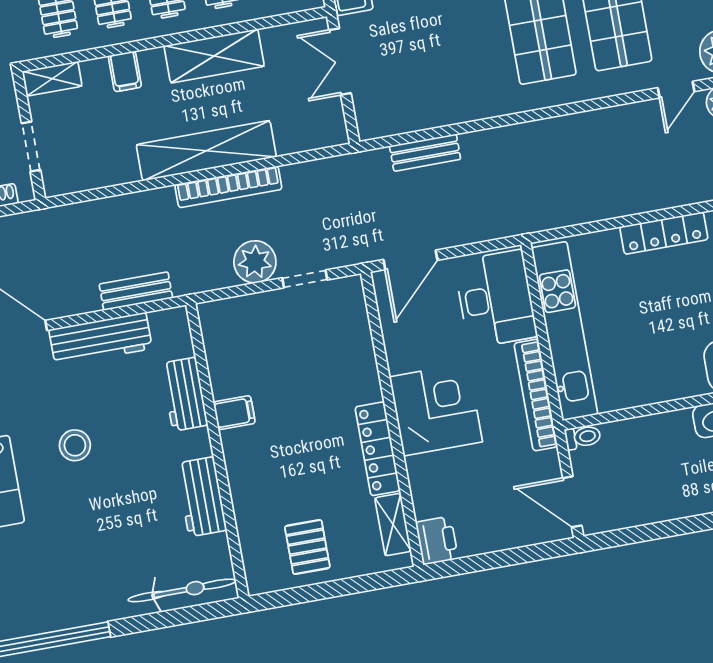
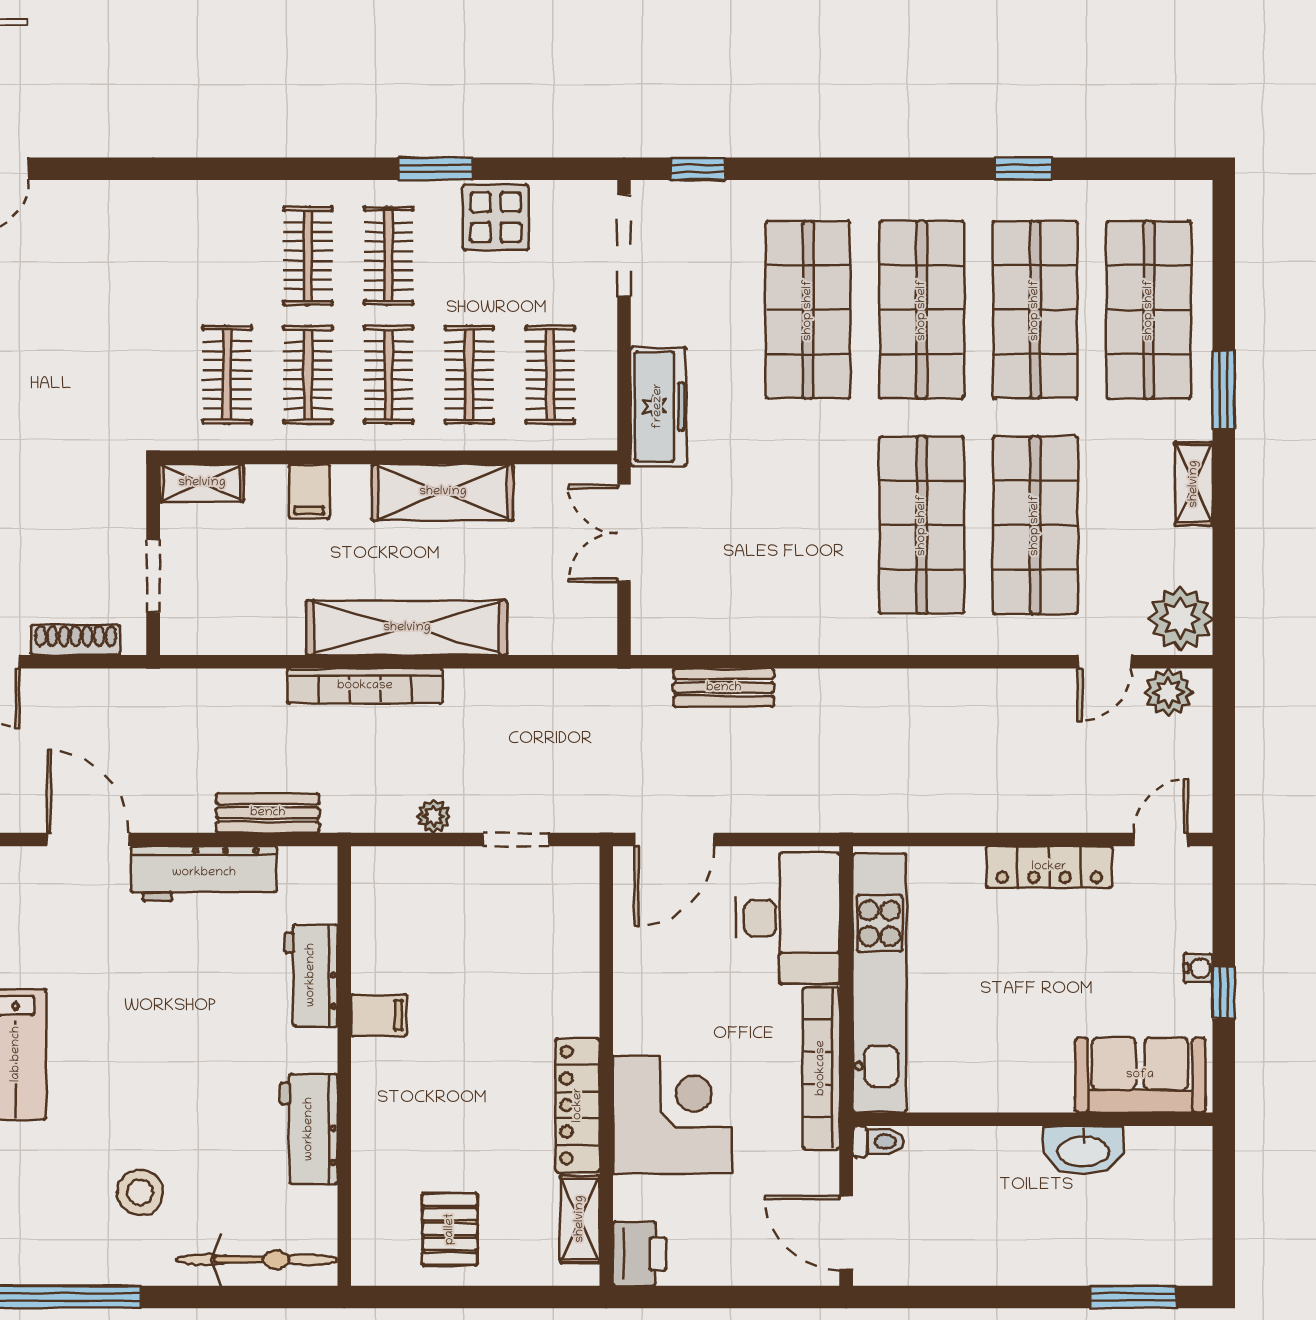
bookcase: (228, 187) -> (365, 686), moved
plant: (255, 262) -> (434, 816), width x0.53, depth x0.53
corner desk: (436, 409) -> (672, 1115), moved
stool: (75, 445) -> (140, 1192), moved

